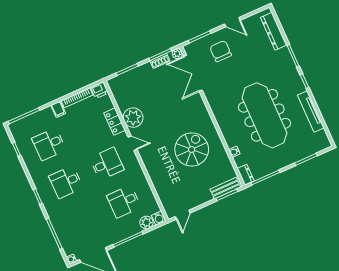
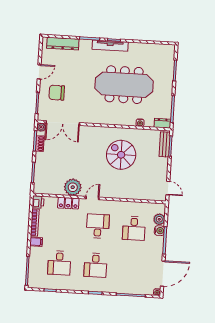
tv unit: (311, 112) -> (110, 46), moved
water cooler: (159, 218) -> (159, 231), moved

